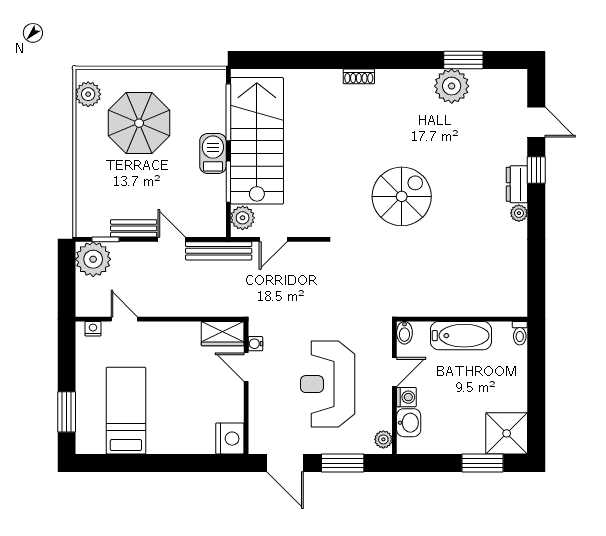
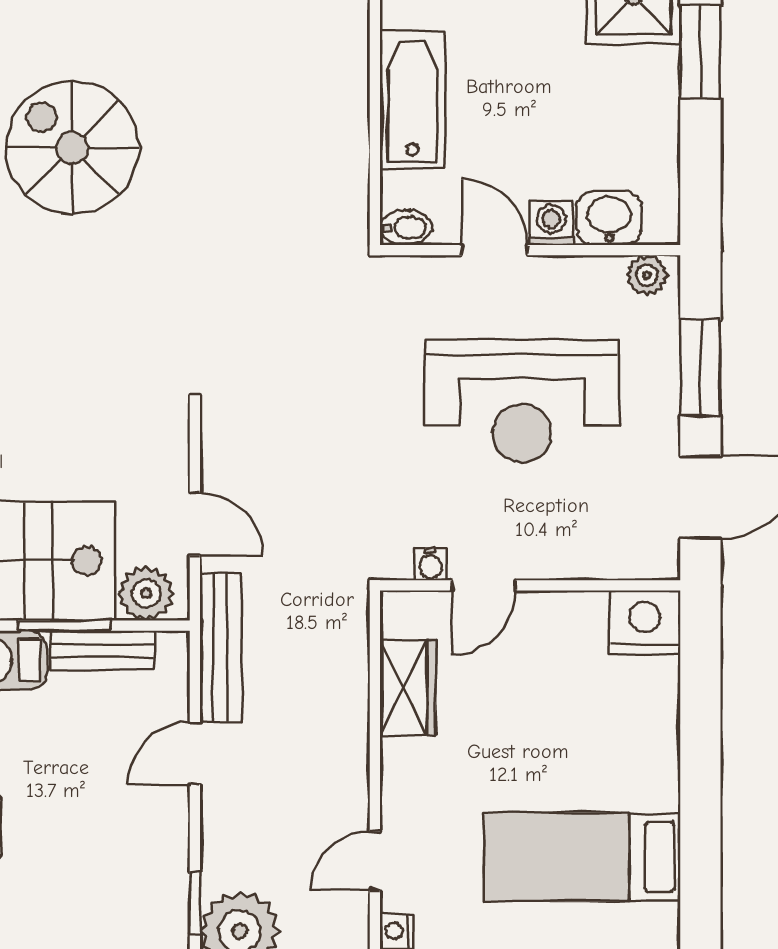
spiral stairs: (402, 196) -> (72, 148), moved
bench: (134, 228) -> (102, 650), moved, turned 90
wardrobe: (223, 334) -> (408, 688), moved

